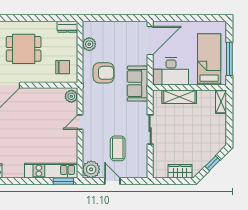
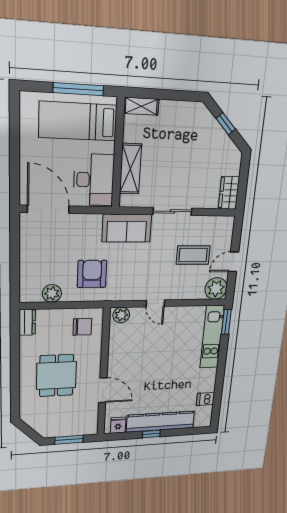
chair: (63, 67) -> (82, 327), turned 90
sofa: (137, 84) -> (127, 228), moved
wardrobe: (180, 171) -> (229, 193), moved

